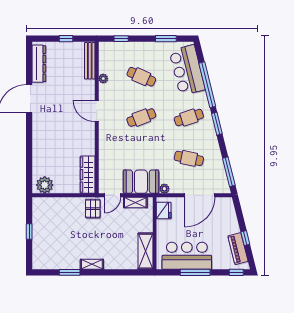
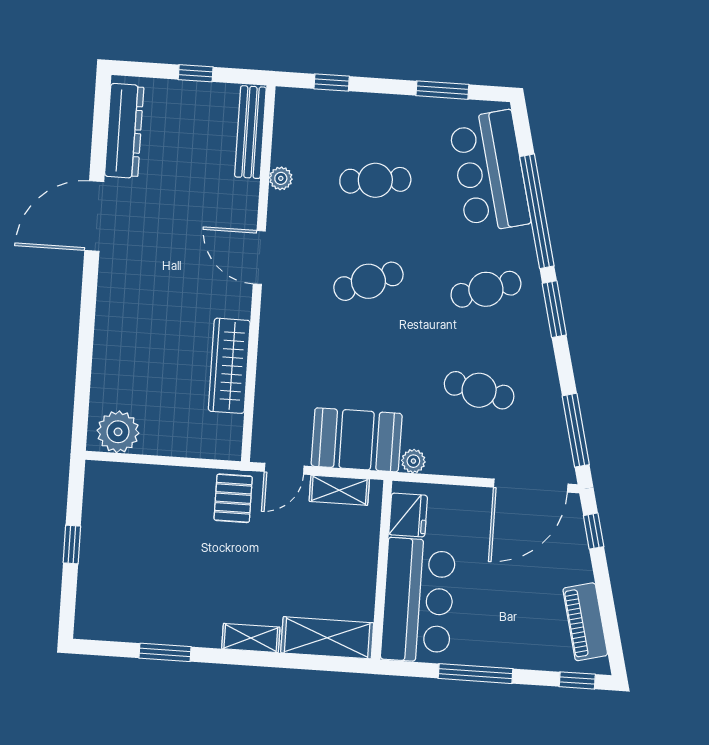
cafe table: (141, 77) -> (375, 180), turned -30
wardrobe: (88, 175) -> (229, 366), moved
door: (200, 195) -> (531, 486), moved
window: (245, 238) -> (594, 531), moved
shelving: (145, 251) -> (327, 638), moved, turned 90
bar counter: (187, 256) -> (418, 600), moved, turned 90
shelving: (92, 264) -> (251, 638), moved

